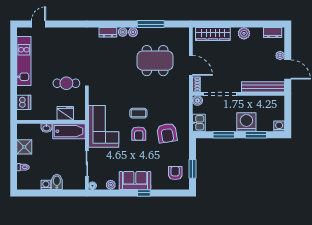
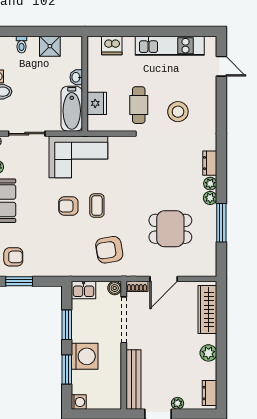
stool: (71, 55) -> (178, 112), added
dining table: (155, 61) -> (170, 229), width x0.73
armchair: (167, 133) -> (109, 250), moved

